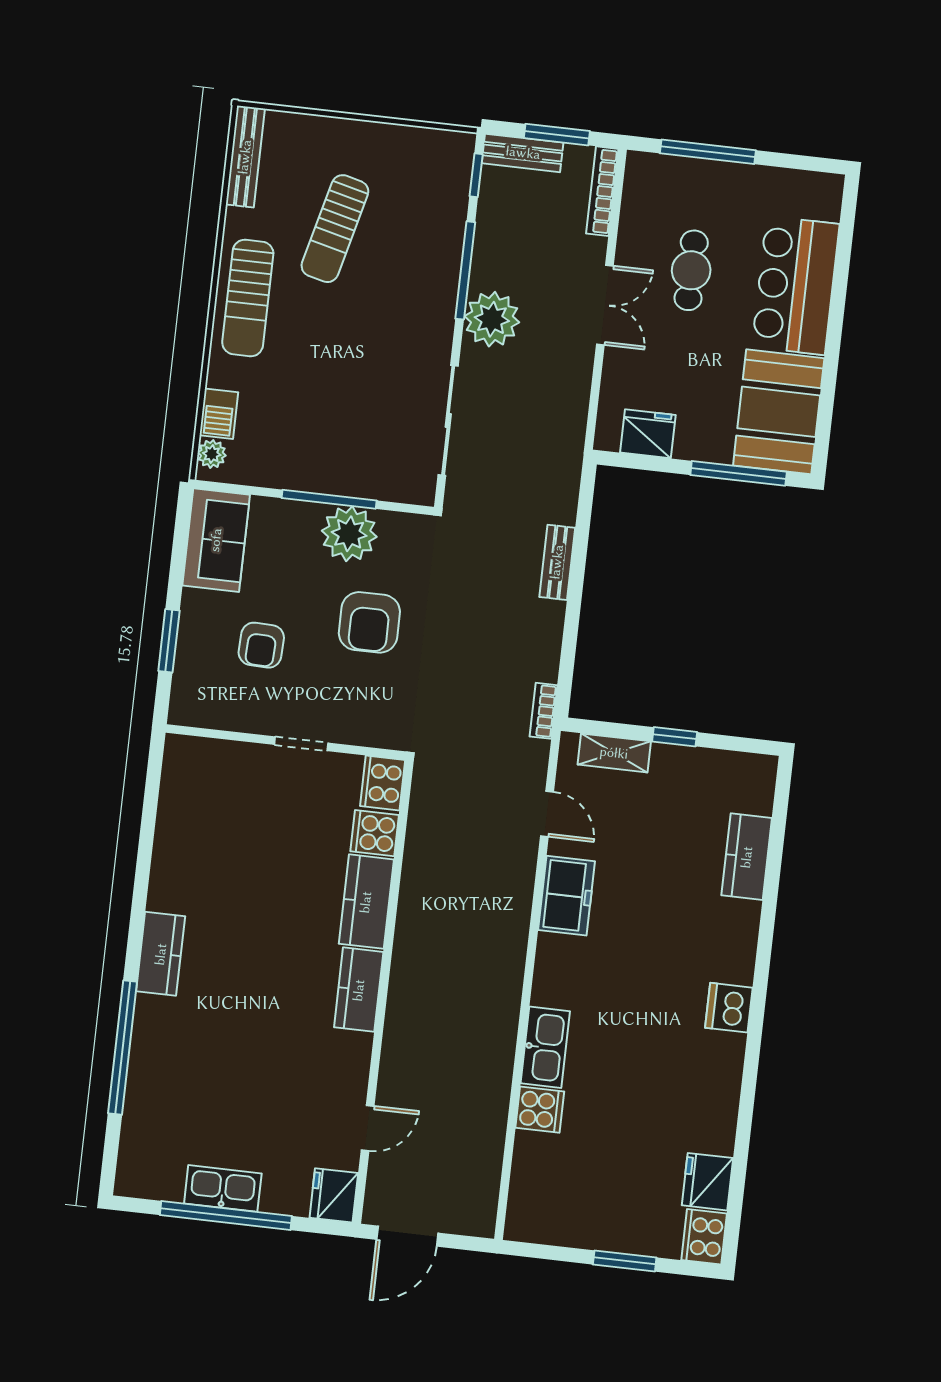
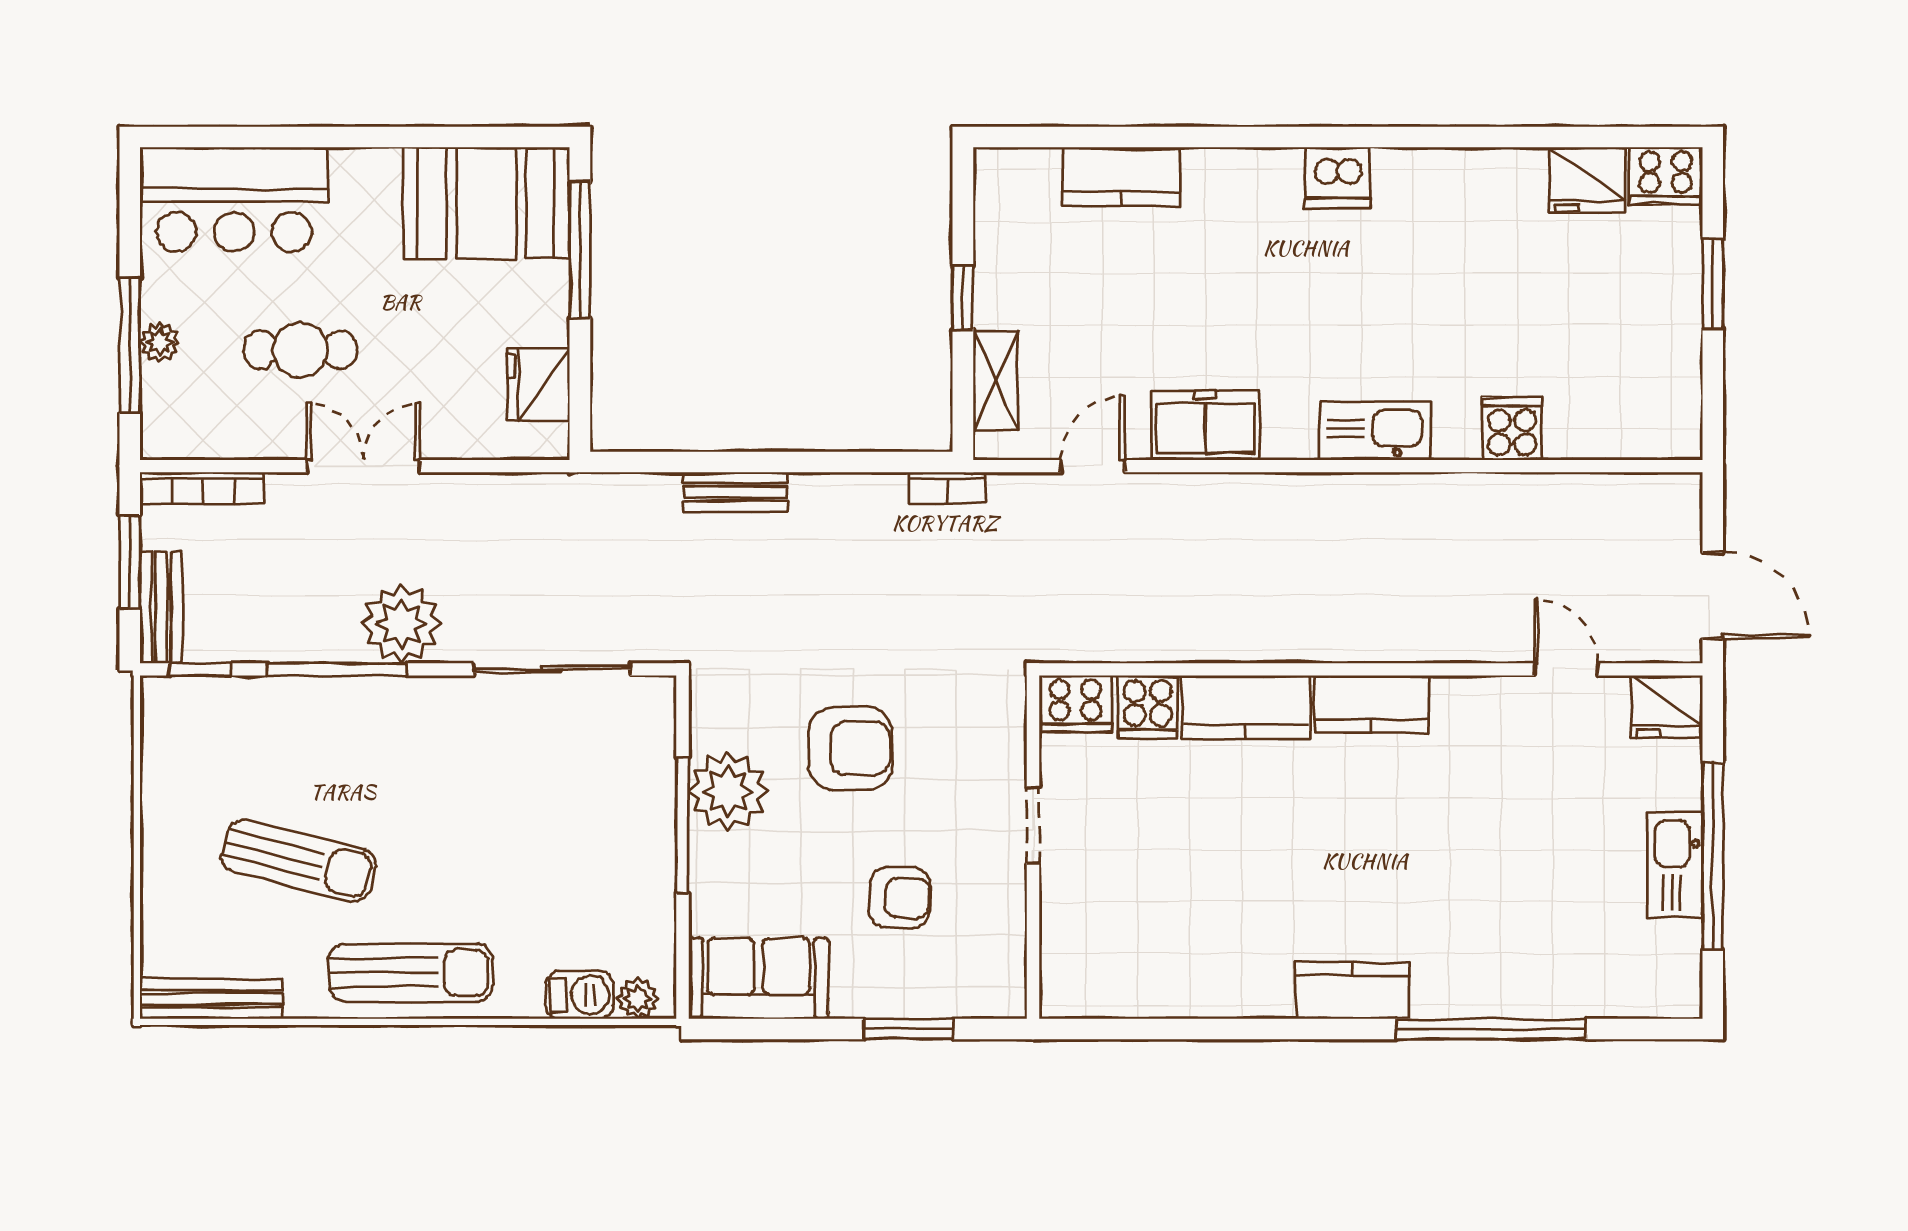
plant: (708, 173) -> (160, 342), added
bar counter: (796, 285) -> (234, 199), moved
kitchen sink: (545, 1047) -> (1375, 431), moved

